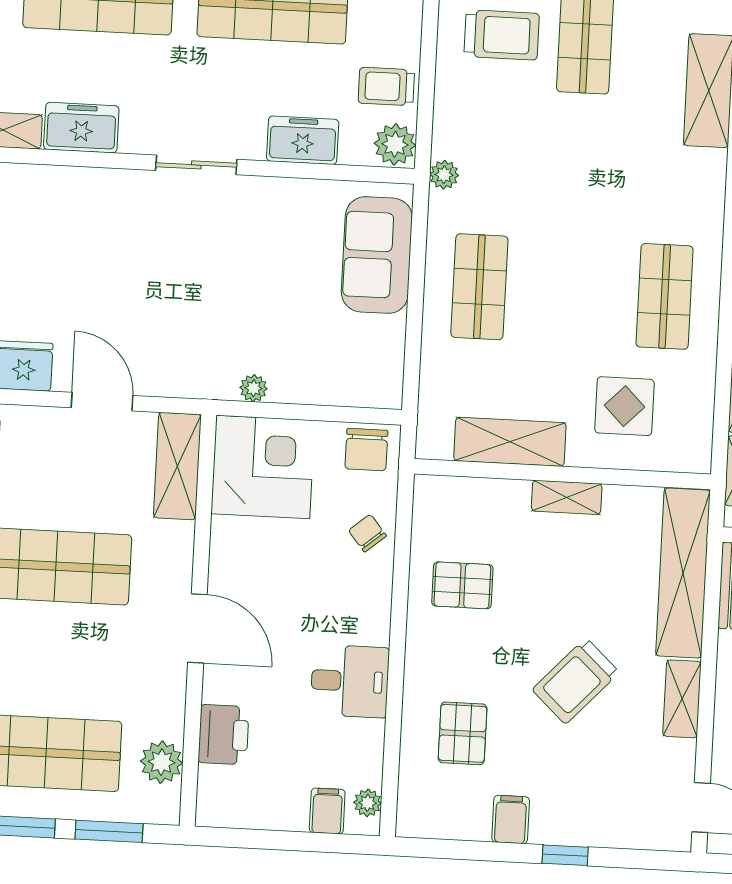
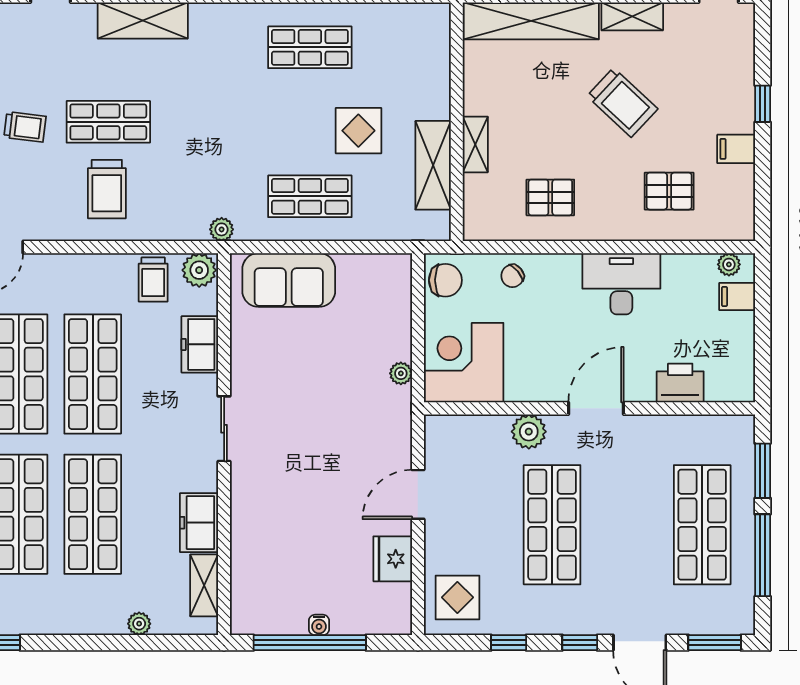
trolley: (502, 35) -> (107, 189), turned 180
display table: (624, 406) -> (358, 131), moved
shelving: (177, 466) -> (467, 431), removed
shelving: (567, 497) -> (475, 144), moved
pallet: (462, 585) -> (550, 197), turned 90
desk: (350, 681) -> (621, 284), width x1.37
plant: (161, 762) -> (529, 432), moved

